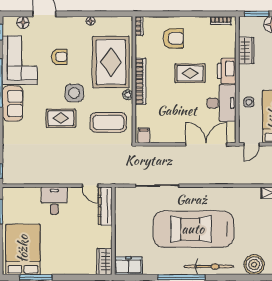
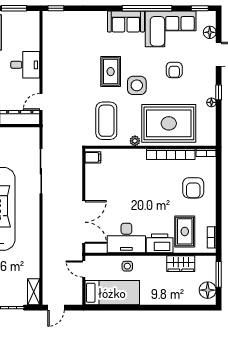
window: (81, 14) -> (219, 92), added
rug: (190, 73) -> (185, 231), moved
bookcase: (141, 81) -> (171, 154), moved

